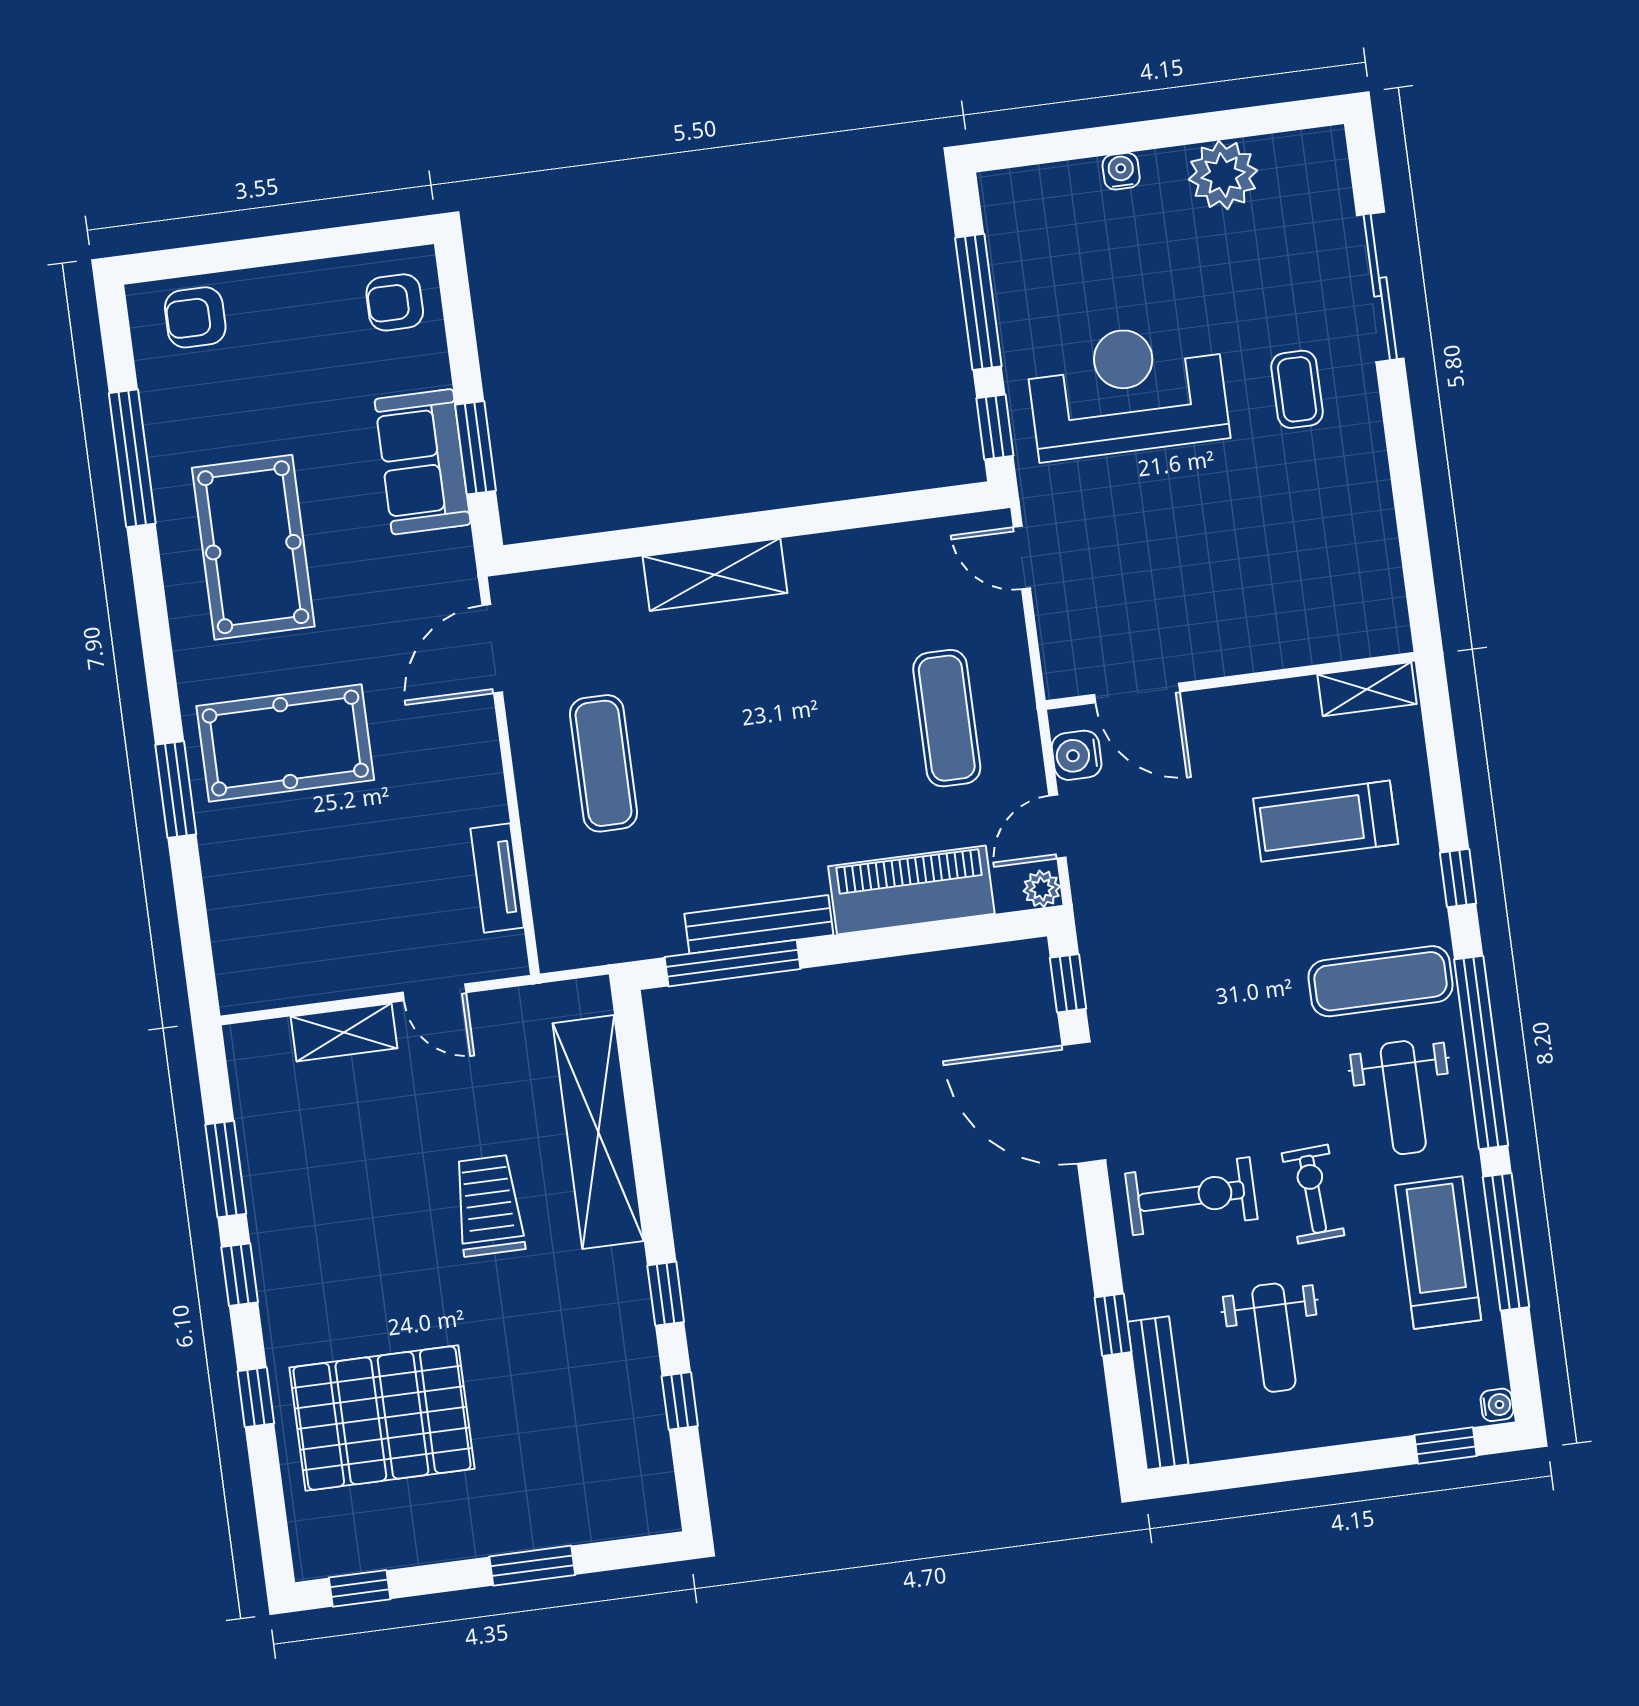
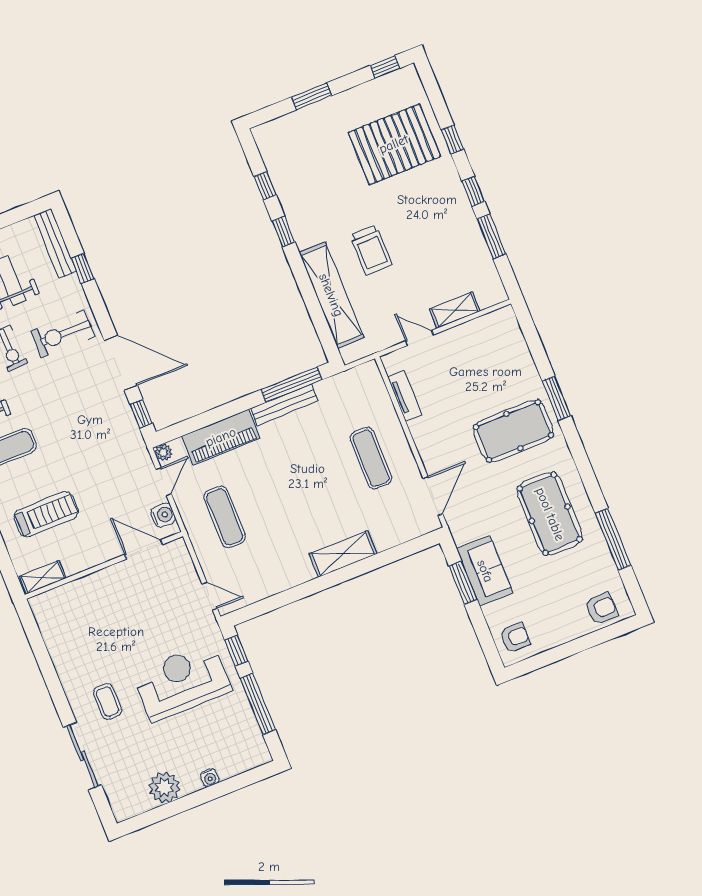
reception desk: (1127, 391) -> (182, 682), turned 180

